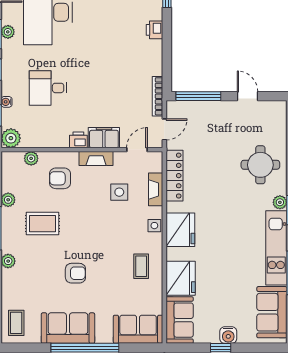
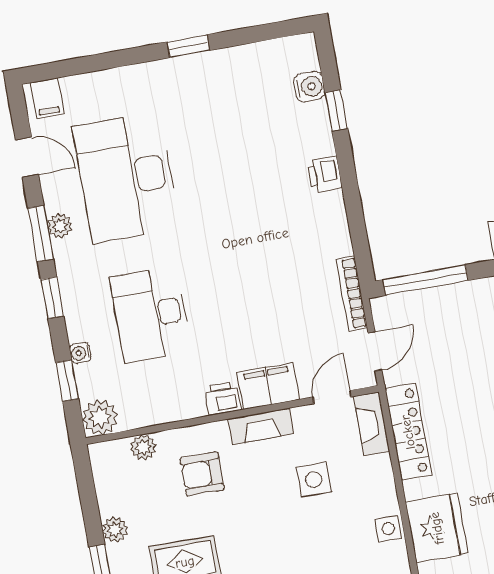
desk: (48, 88) -> (151, 314), width x1.37
fireplace: (156, 189) -> (372, 424), moved

